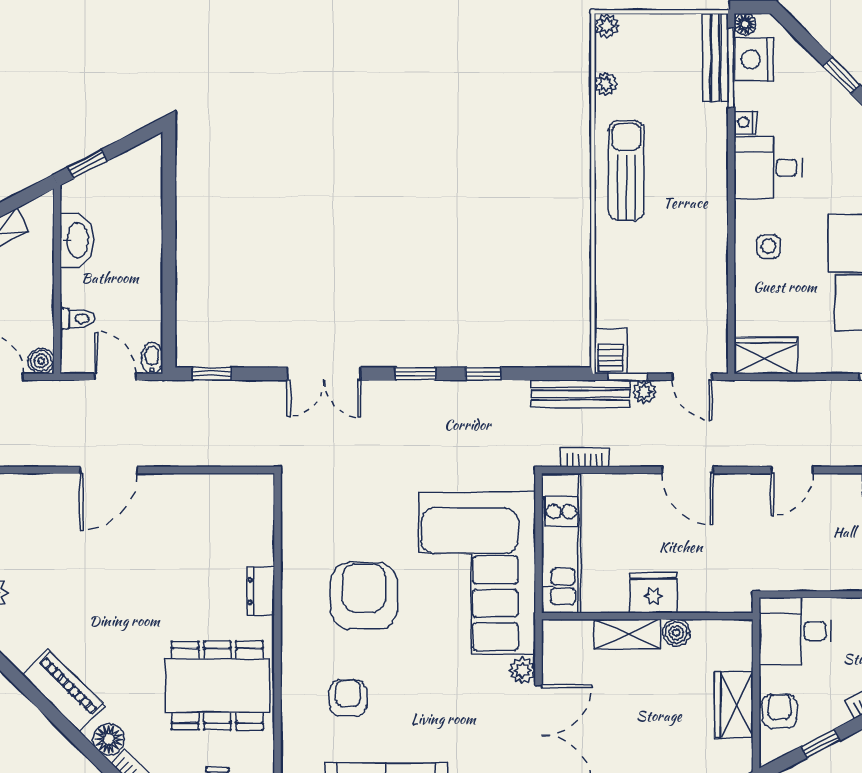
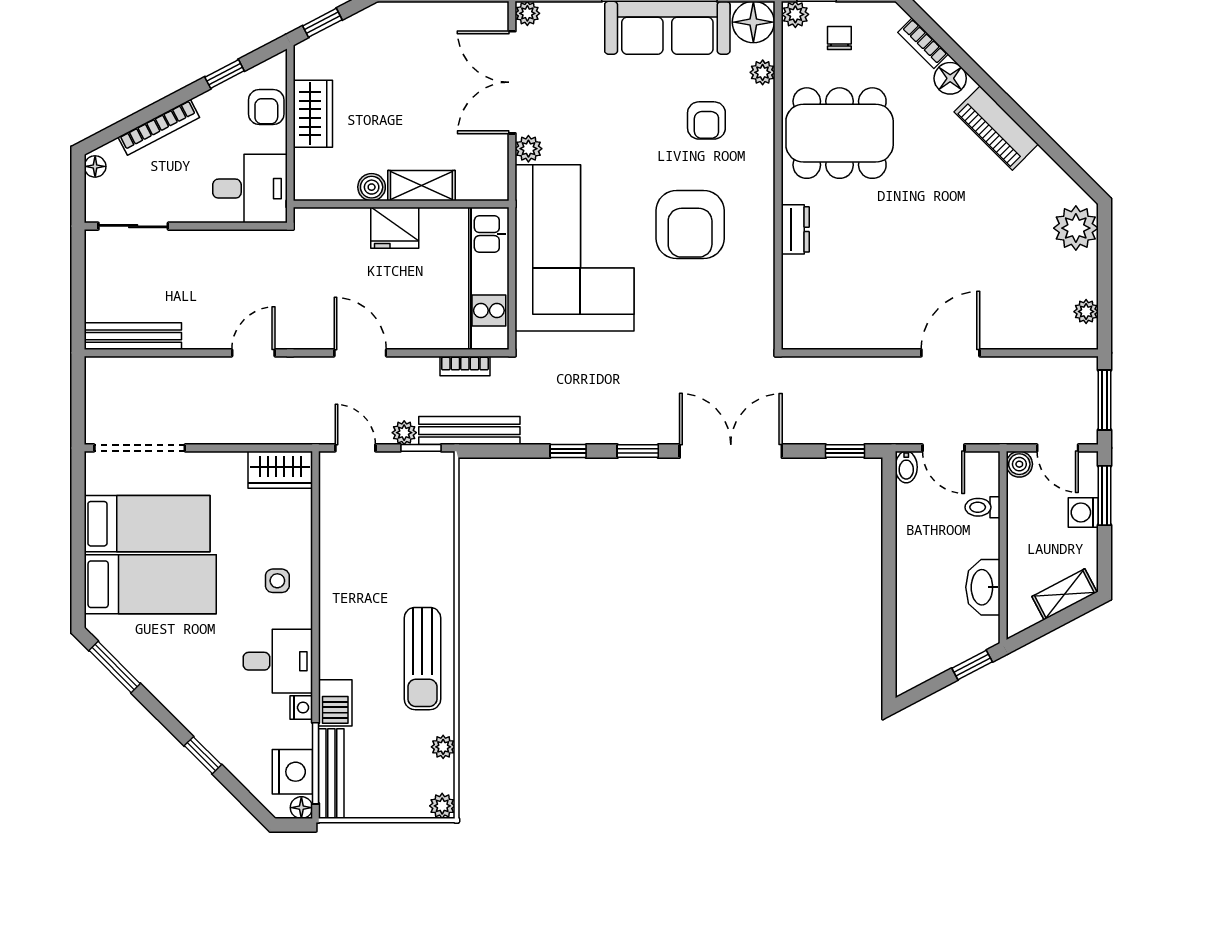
barbecue: (611, 351) -> (335, 703), moved, turned 180
double door: (324, 374) -> (731, 451), width x1.37
plant: (293, 745) -> (763, 72), added

